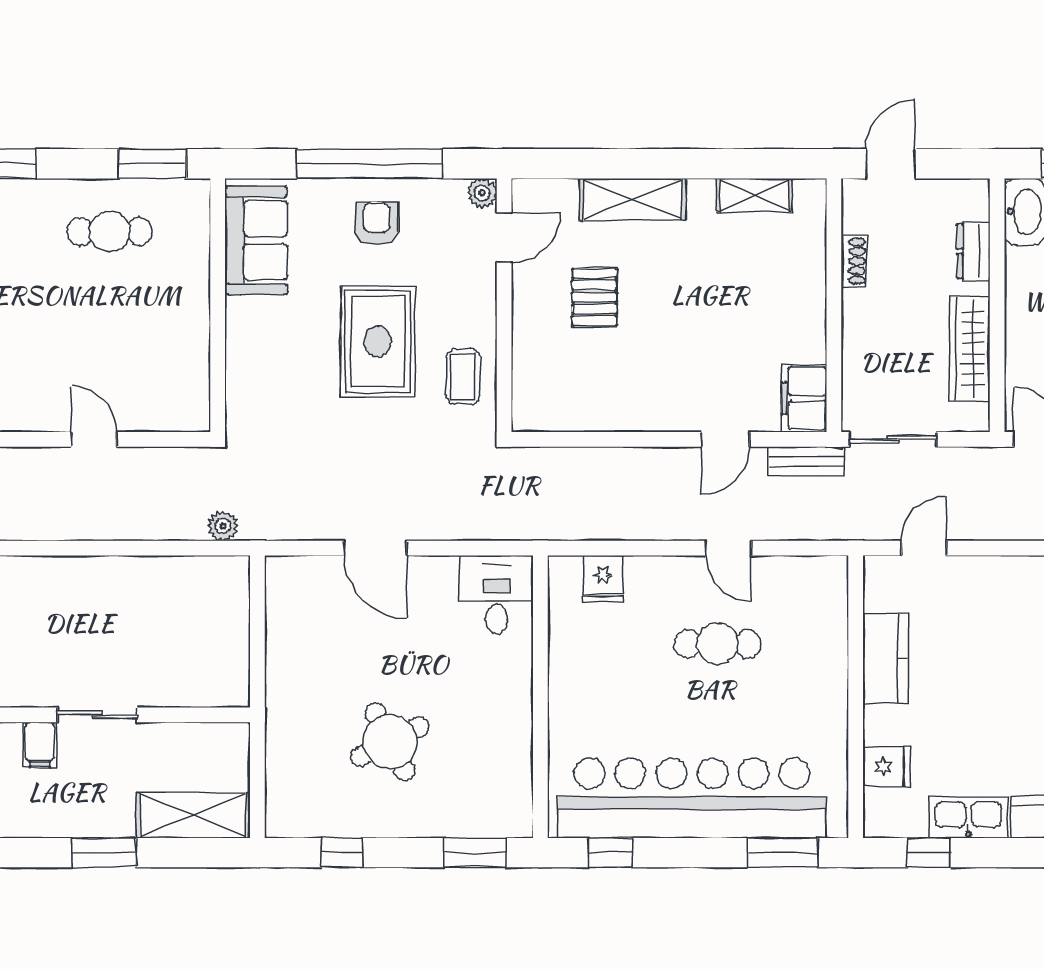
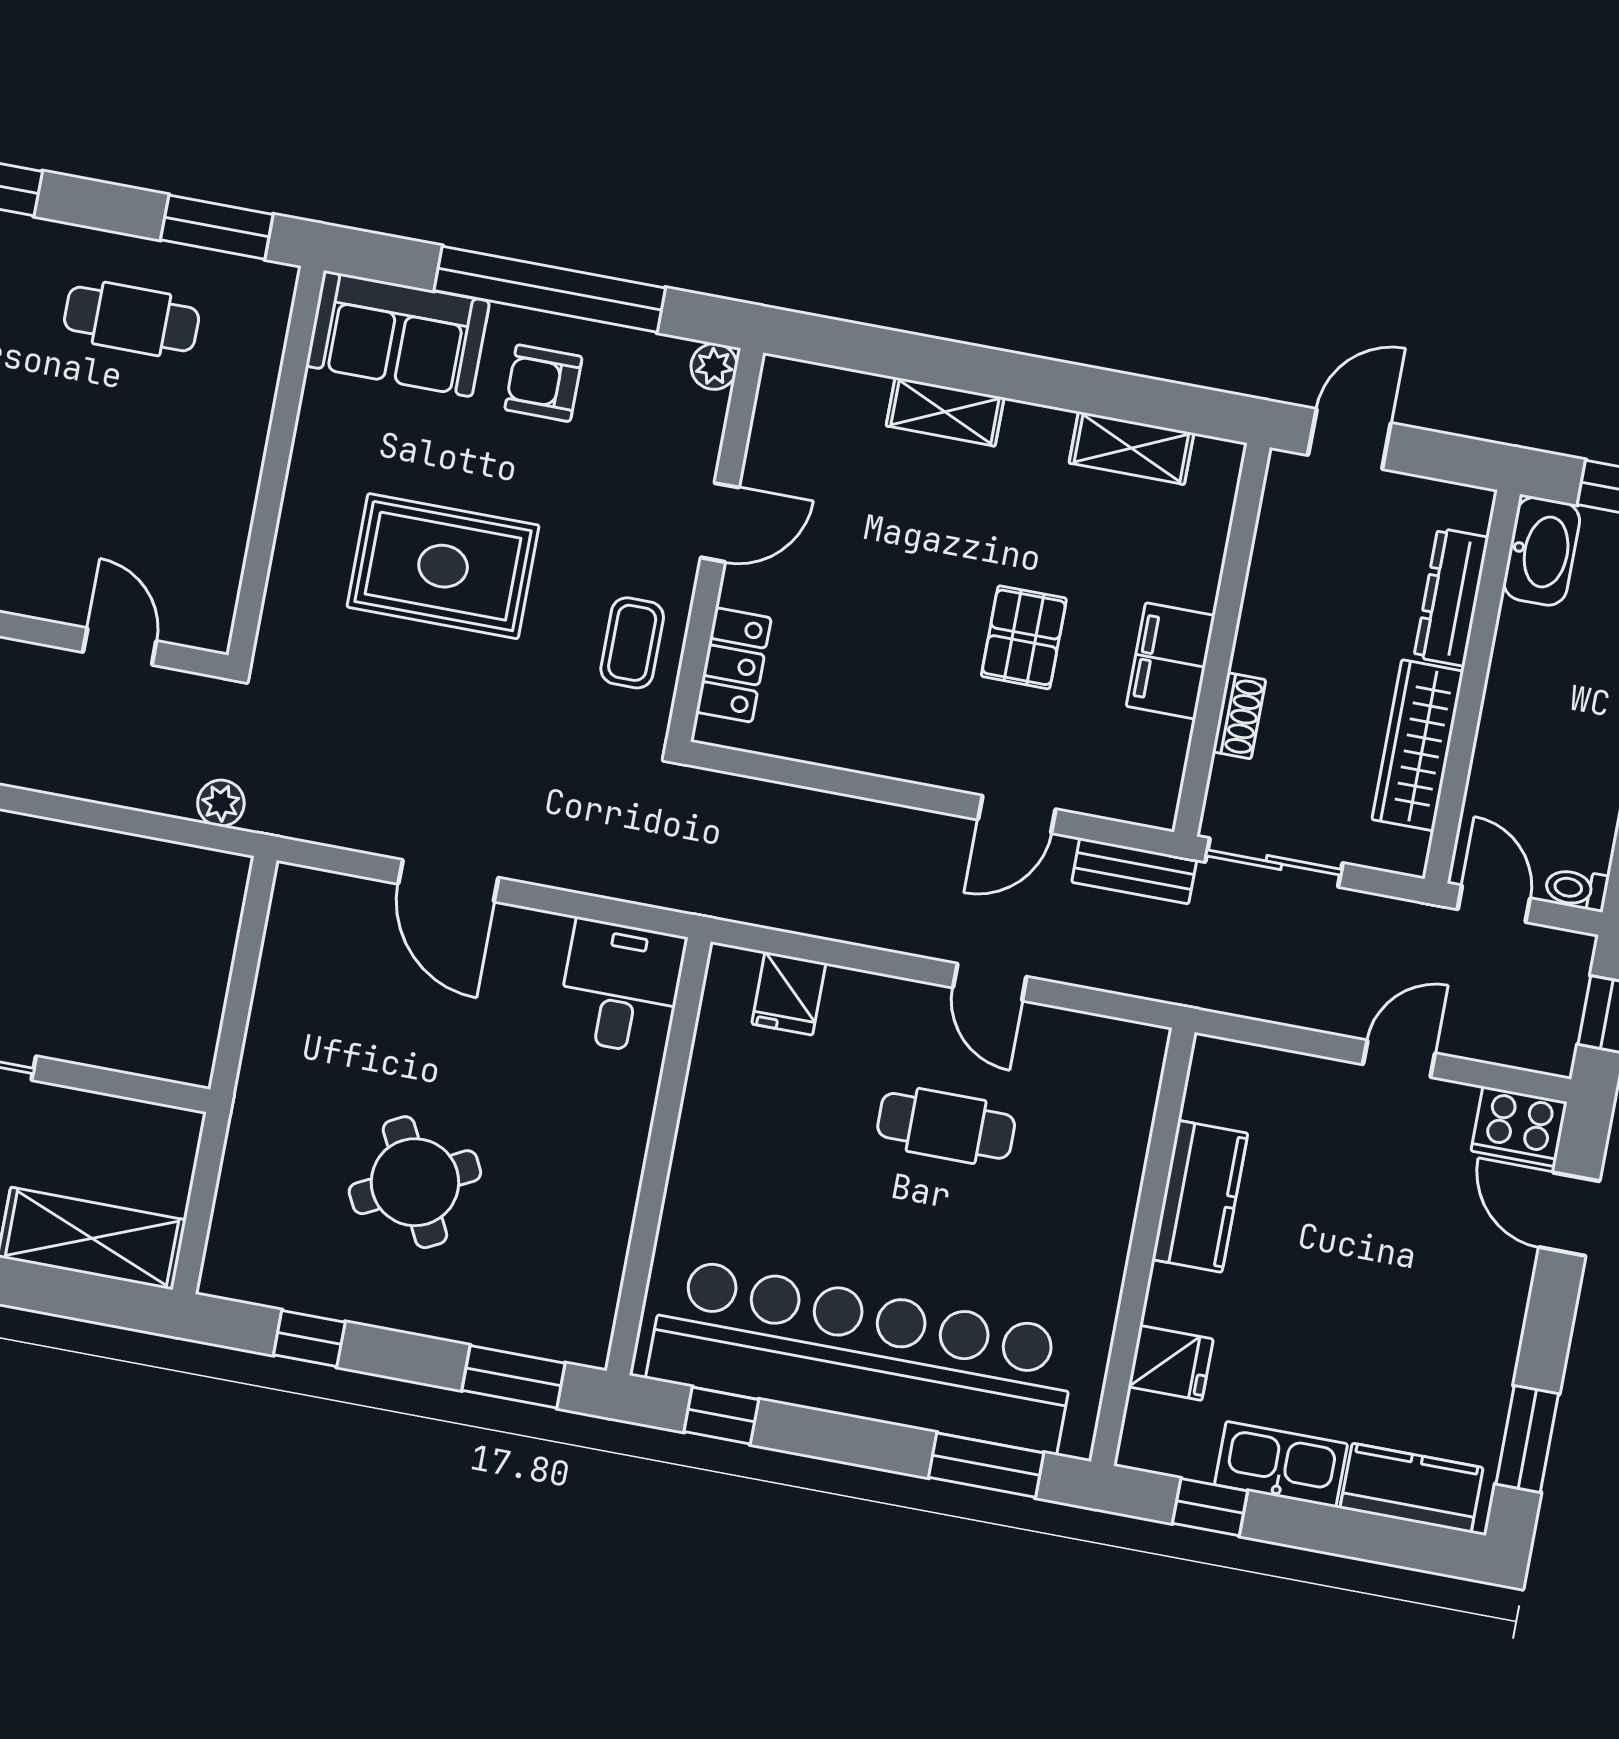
shelving: (633, 200) -> (945, 412), width x0.67, depth x0.75
armchair: (377, 224) -> (543, 383), turned -90
door: (504, 238) -> (720, 522), moved
sofa: (256, 240) -> (398, 334), moved, turned 90
dresser: (973, 251) -> (1451, 597), width x1.44
shoe rack: (854, 261) -> (1239, 716), moved
pallet: (594, 297) -> (1024, 637), moved
rug: (378, 341) -> (443, 566), moved, turned 90
locker: (530, 379) -> (734, 665), added
filing cabinet: (804, 398) -> (1171, 661), moved
door: (94, 439) -> (120, 647), moved
door: (924, 548) -> (1399, 1059), moved

